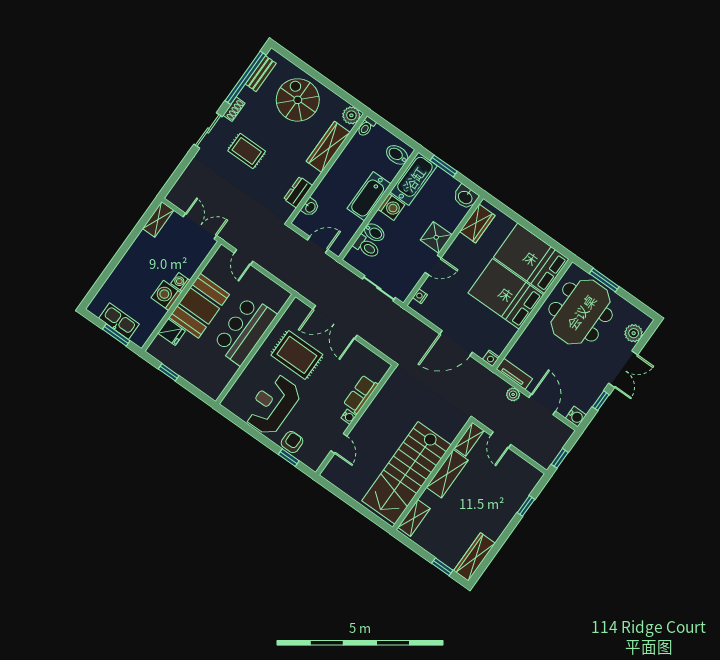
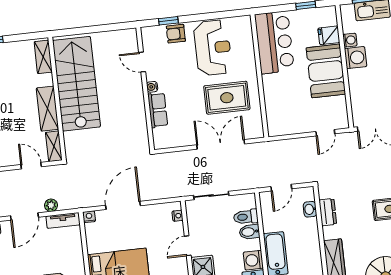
door: (244, 257) -> (325, 133), swing flipped
washing machine: (180, 282) -> (350, 40), moved
bar counter: (245, 330) -> (274, 42), moved
door: (542, 404) -> (24, 216), hinge flipped
armchair: (292, 442) -> (176, 34), turned 90

